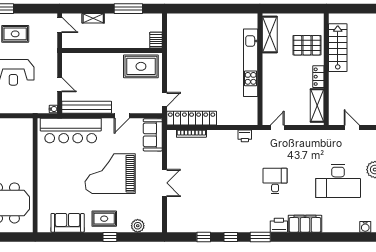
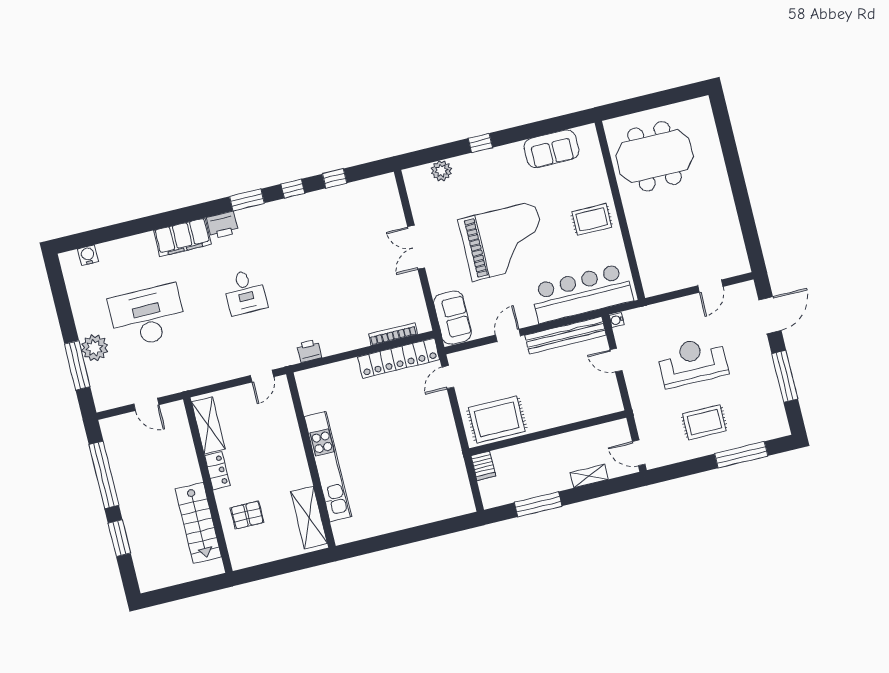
pallet: (307, 45) -> (247, 515), width x0.67, depth x0.71
rug: (104, 219) -> (592, 219), moved

